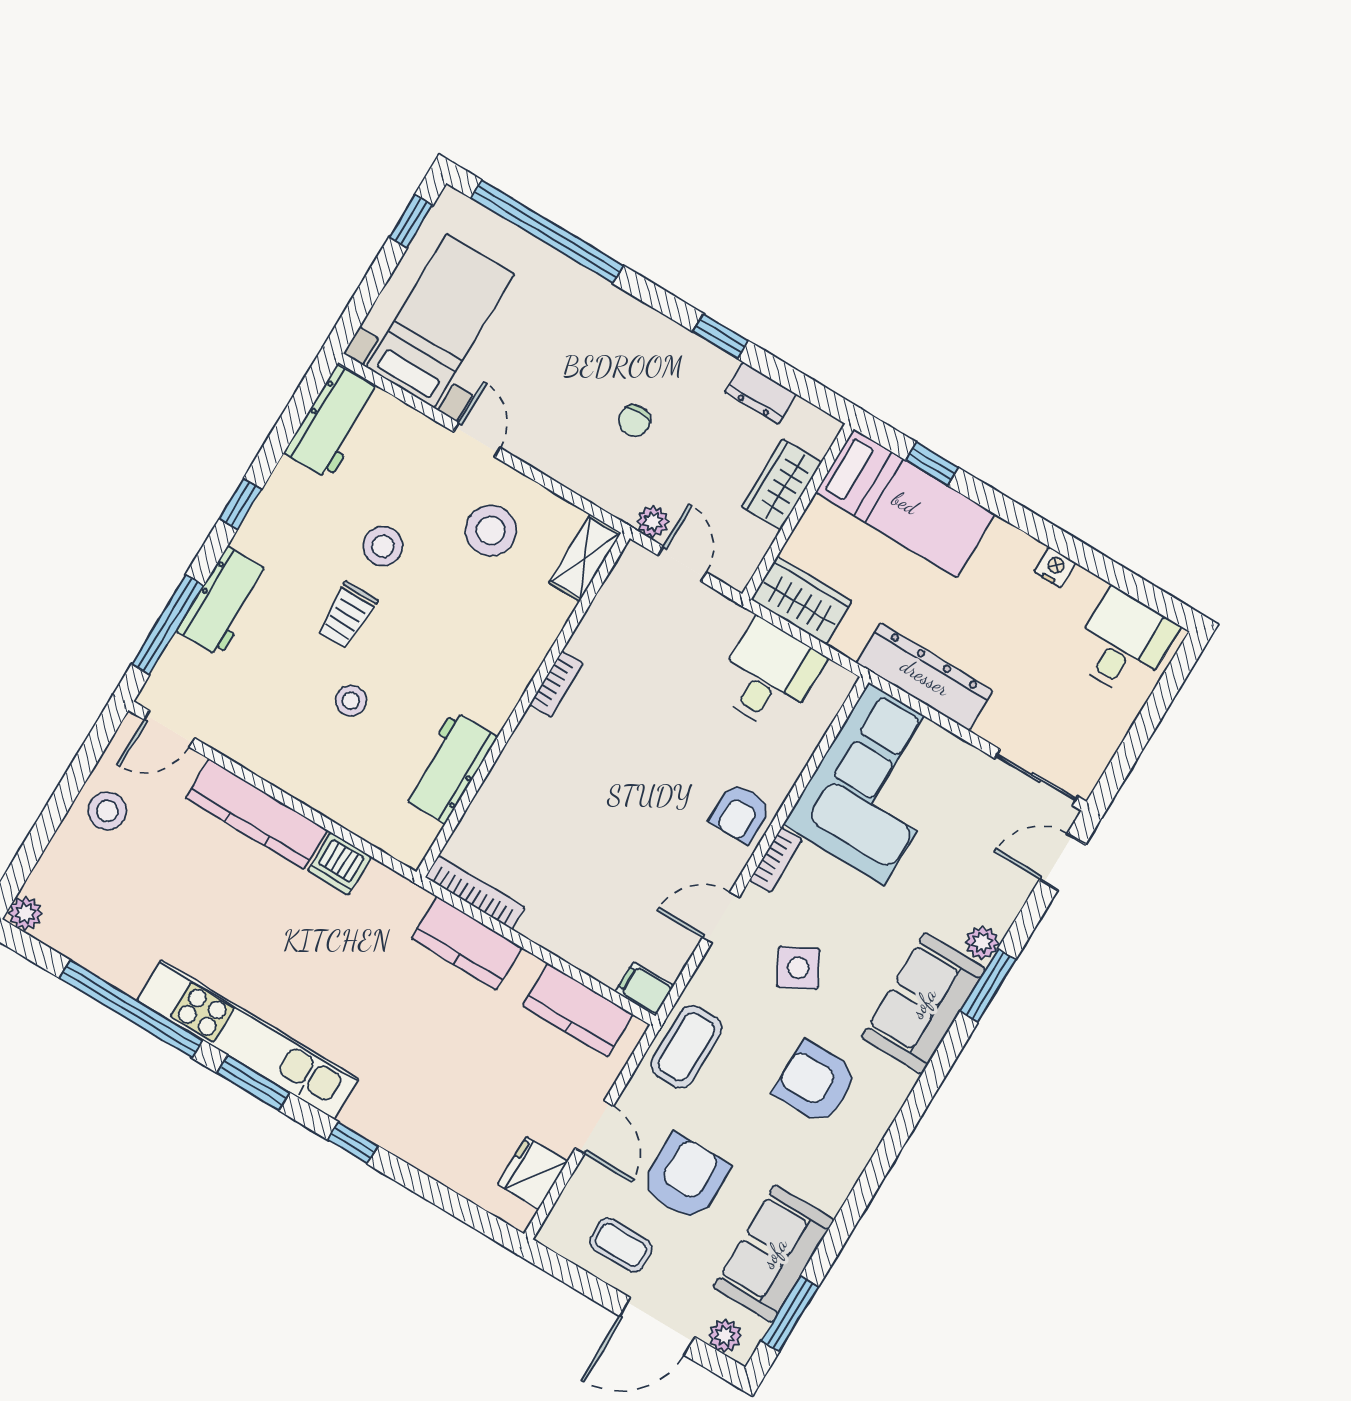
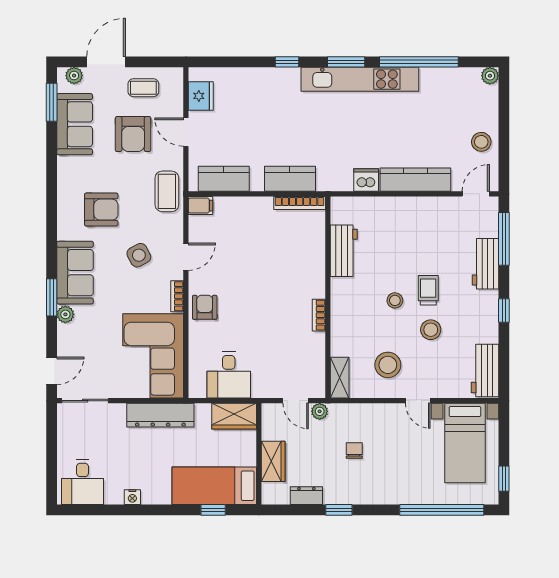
stool: (351, 701) -> (395, 300), moved

